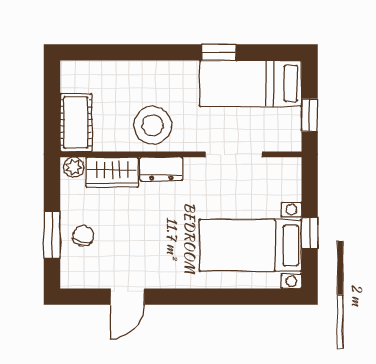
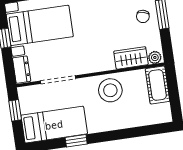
dresser: (161, 169) -> (22, 70), moved, turned 90

